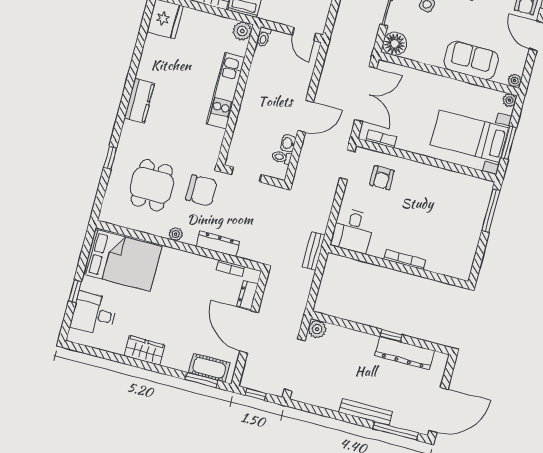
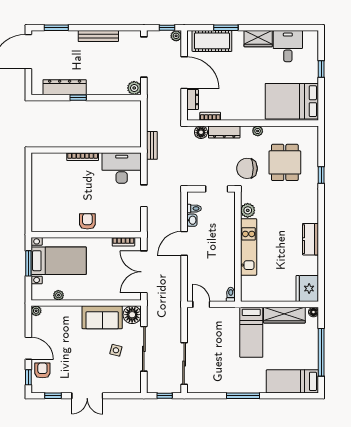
plant: (242, 31) -> (248, 210), moved
sofa: (471, 60) -> (102, 317), moved
plant: (509, 100) -> (58, 295), moved
kitchen counter: (139, 101) -> (310, 239), moved
doorway: (347, 165) -> (144, 196), moved
armchair: (382, 178) -> (87, 221), moved
window: (491, 211) -> (28, 210), removed
desk: (353, 231) -> (122, 168), width x1.37
floor lamp: (248, 251) -> (201, 132), added
desk: (94, 314) -> (288, 46), moved, turned -90
cot: (209, 368) -> (212, 41), width x1.37, depth x1.34
window: (201, 380) -> (226, 28), moved
plant: (247, 381) -> (176, 36), added
bench: (366, 412) -> (98, 36), moved
window: (395, 431) -> (56, 28), width x0.69

